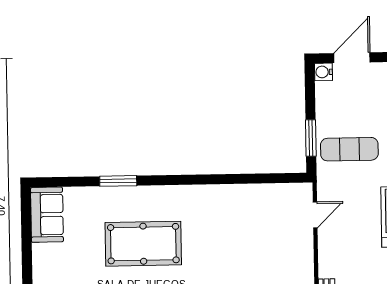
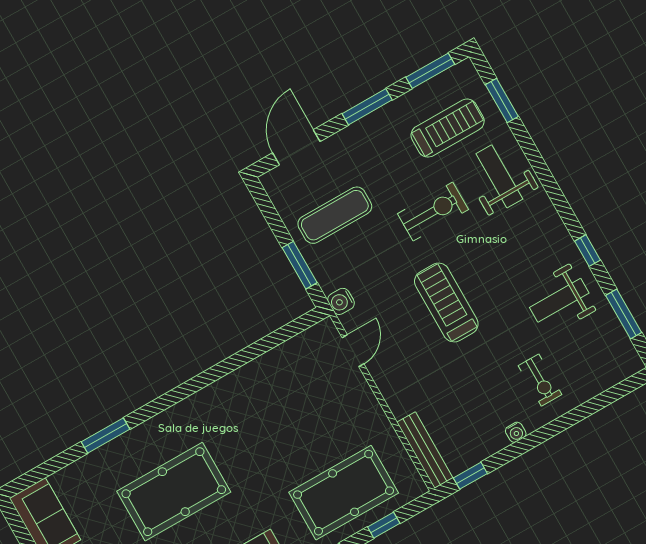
water cooler: (323, 72) -> (341, 301), moved
exercise mat: (349, 149) -> (335, 215), moved

